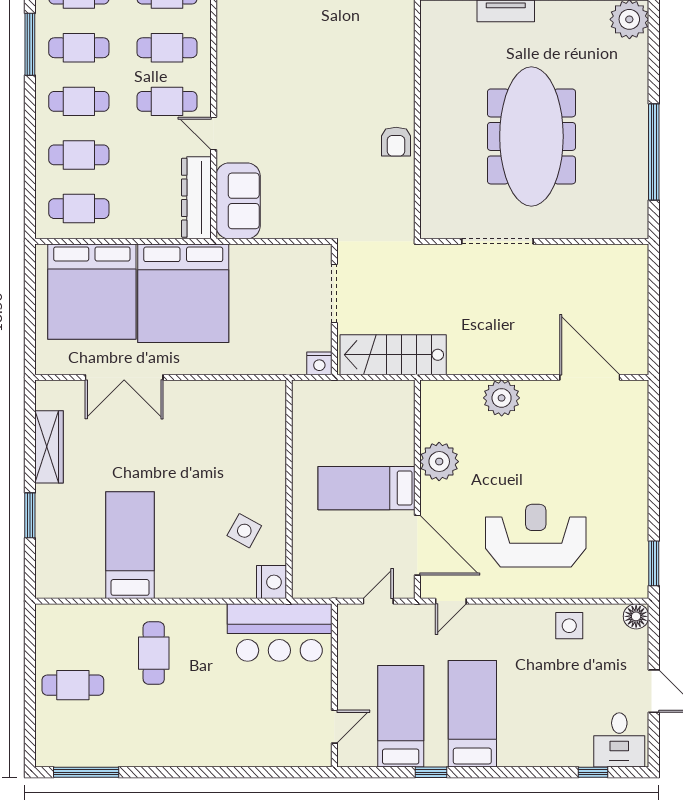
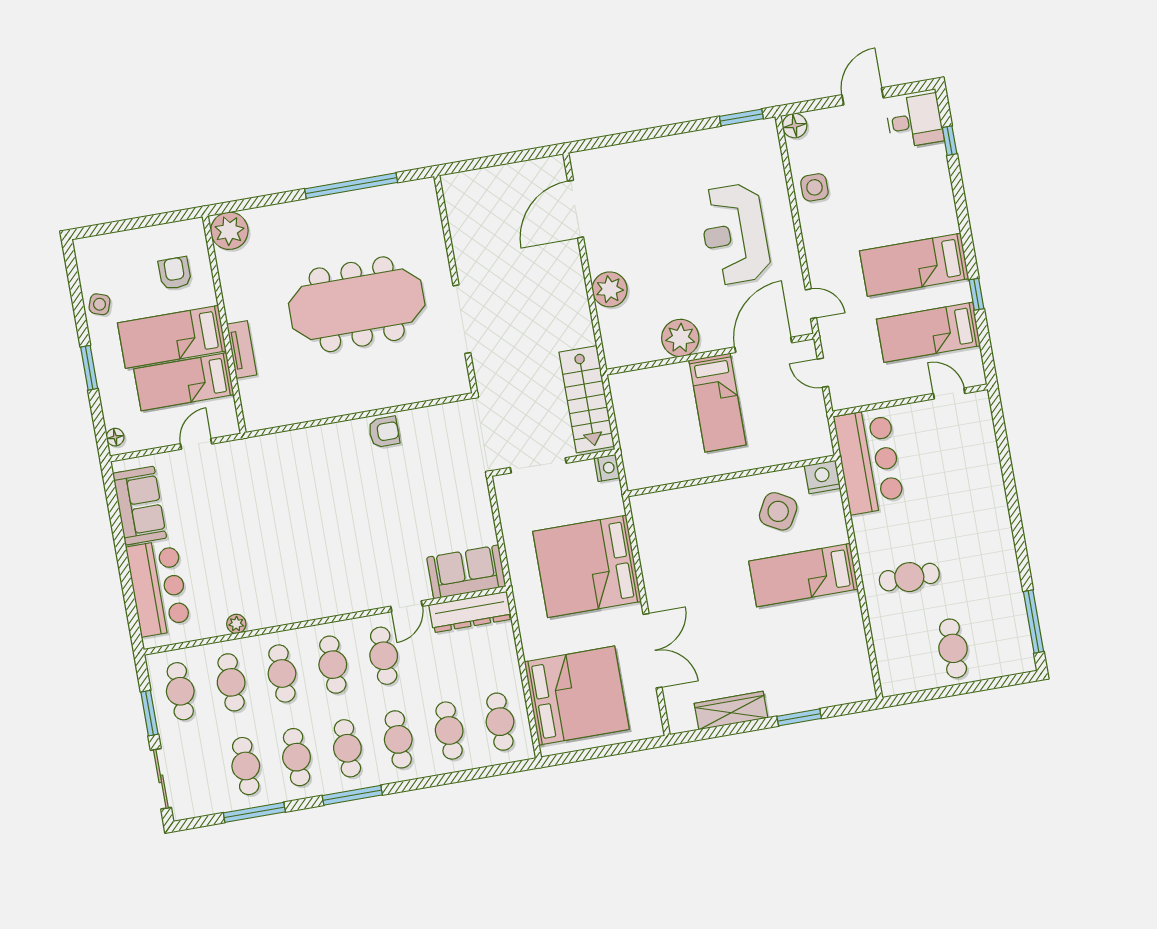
bed: (183, 293) -> (587, 566), moved, turned 180
side table: (244, 531) -> (778, 511), width x1.37, depth x1.37
bed: (130, 545) -> (803, 575), moved

